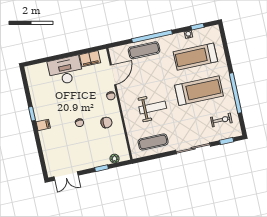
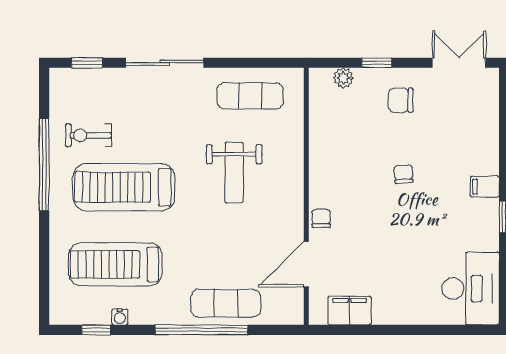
treadmill: (195, 57) -> (115, 264), turned 180
desk: (65, 71) -> (470, 288), moved, turned -90
weight bench: (153, 107) -> (234, 172), turned -90
exercise bike: (221, 120) -> (88, 135), moved
chair: (106, 123) -> (401, 100), moved

